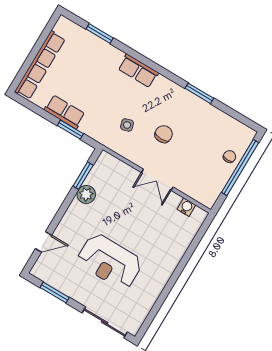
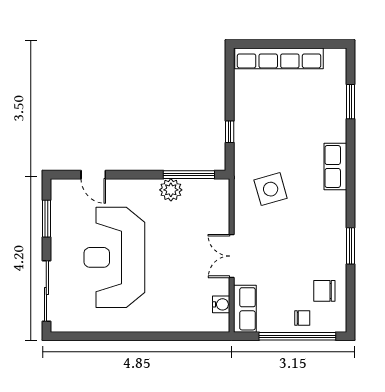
row of seats: (65, 112) -> (245, 309), moved
side table: (127, 125) -> (271, 189), width x1.87, depth x1.87
window: (70, 130) -> (230, 132), width x0.67
chair: (164, 134) -> (324, 291), moved, turned 180
window: (83, 176) -> (189, 175), width x1.44
reception desk: (110, 262) -> (114, 257), width x1.36, depth x1.30

